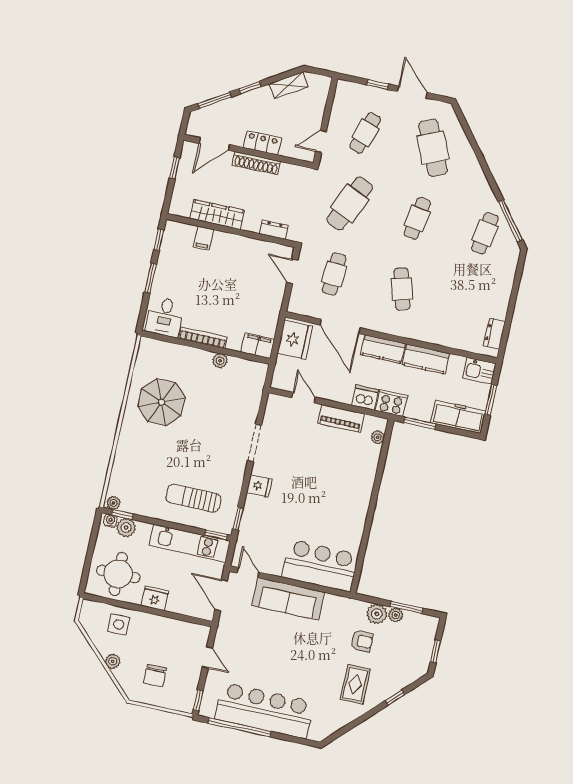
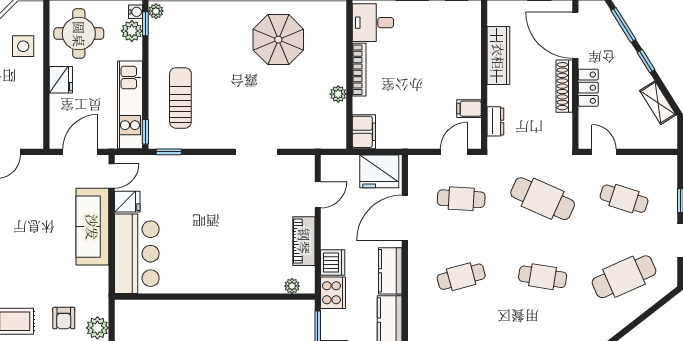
door: (214, 144) -> (575, 35), width x1.36
filing cabinet: (203, 238) -> (469, 109), moved
fridge: (259, 486) -> (127, 202), moved, turned -90

